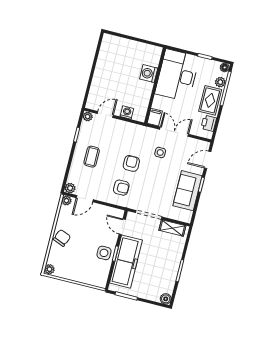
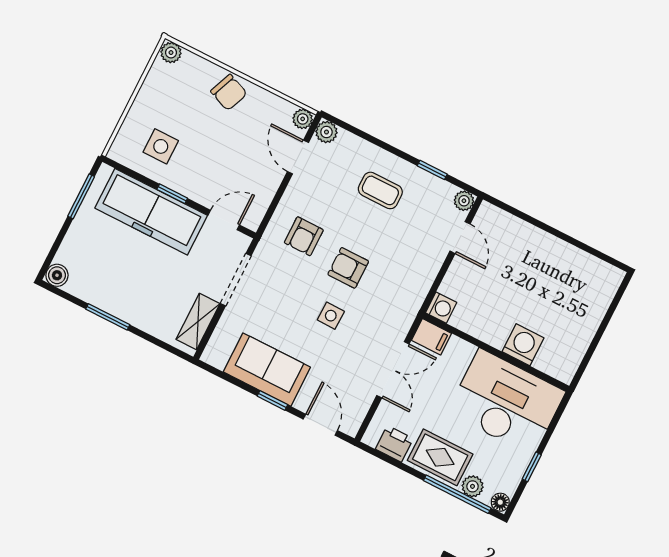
washing machine: (127, 112) -> (441, 308), moved
side table: (160, 152) -> (331, 316), moved
armchair: (131, 163) -> (348, 268), turned 180
side table: (104, 253) -> (161, 146), moved

